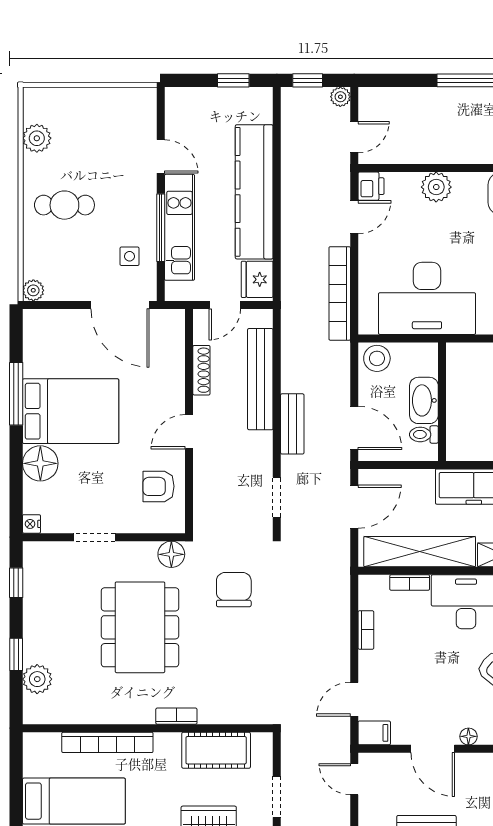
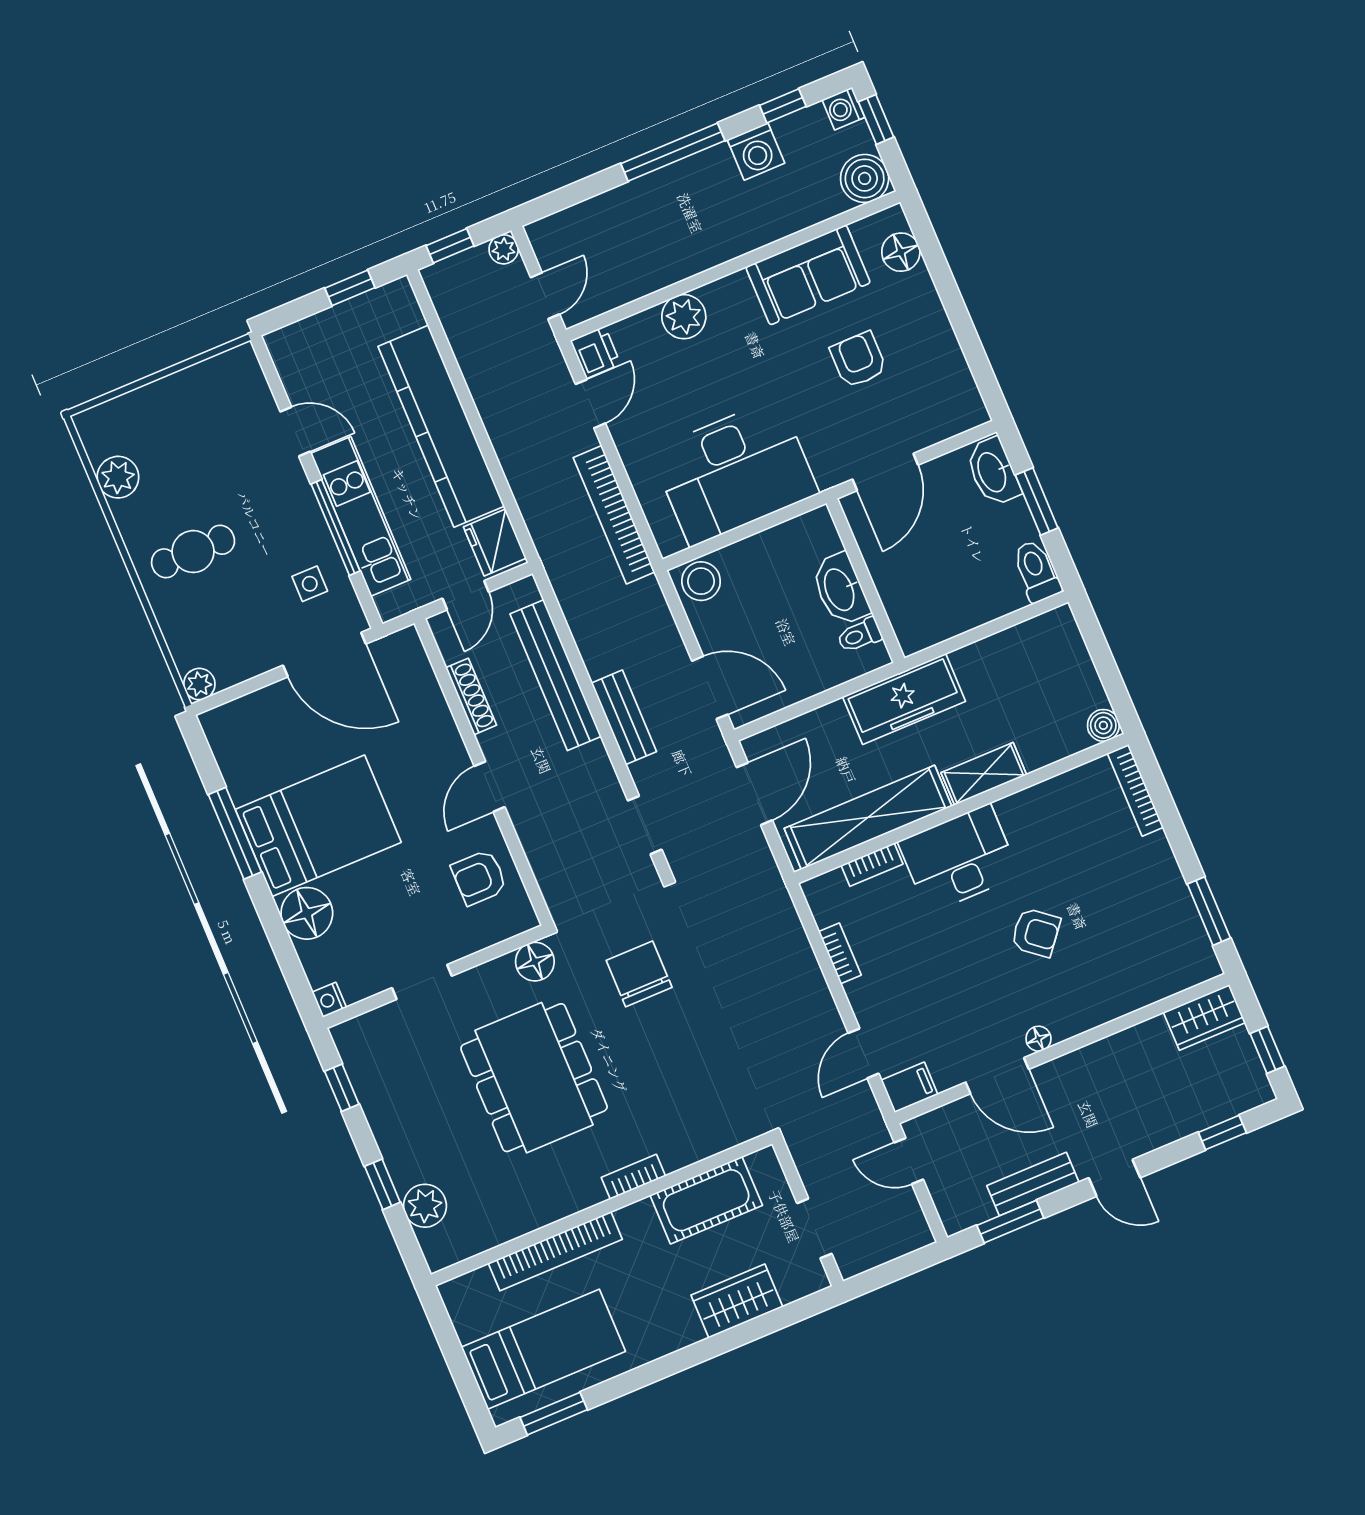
washbasin: (424, 400) -> (840, 589), moved
wall: (442, 402) -> (865, 581), moved
toilet: (424, 434) -> (860, 635), moved

